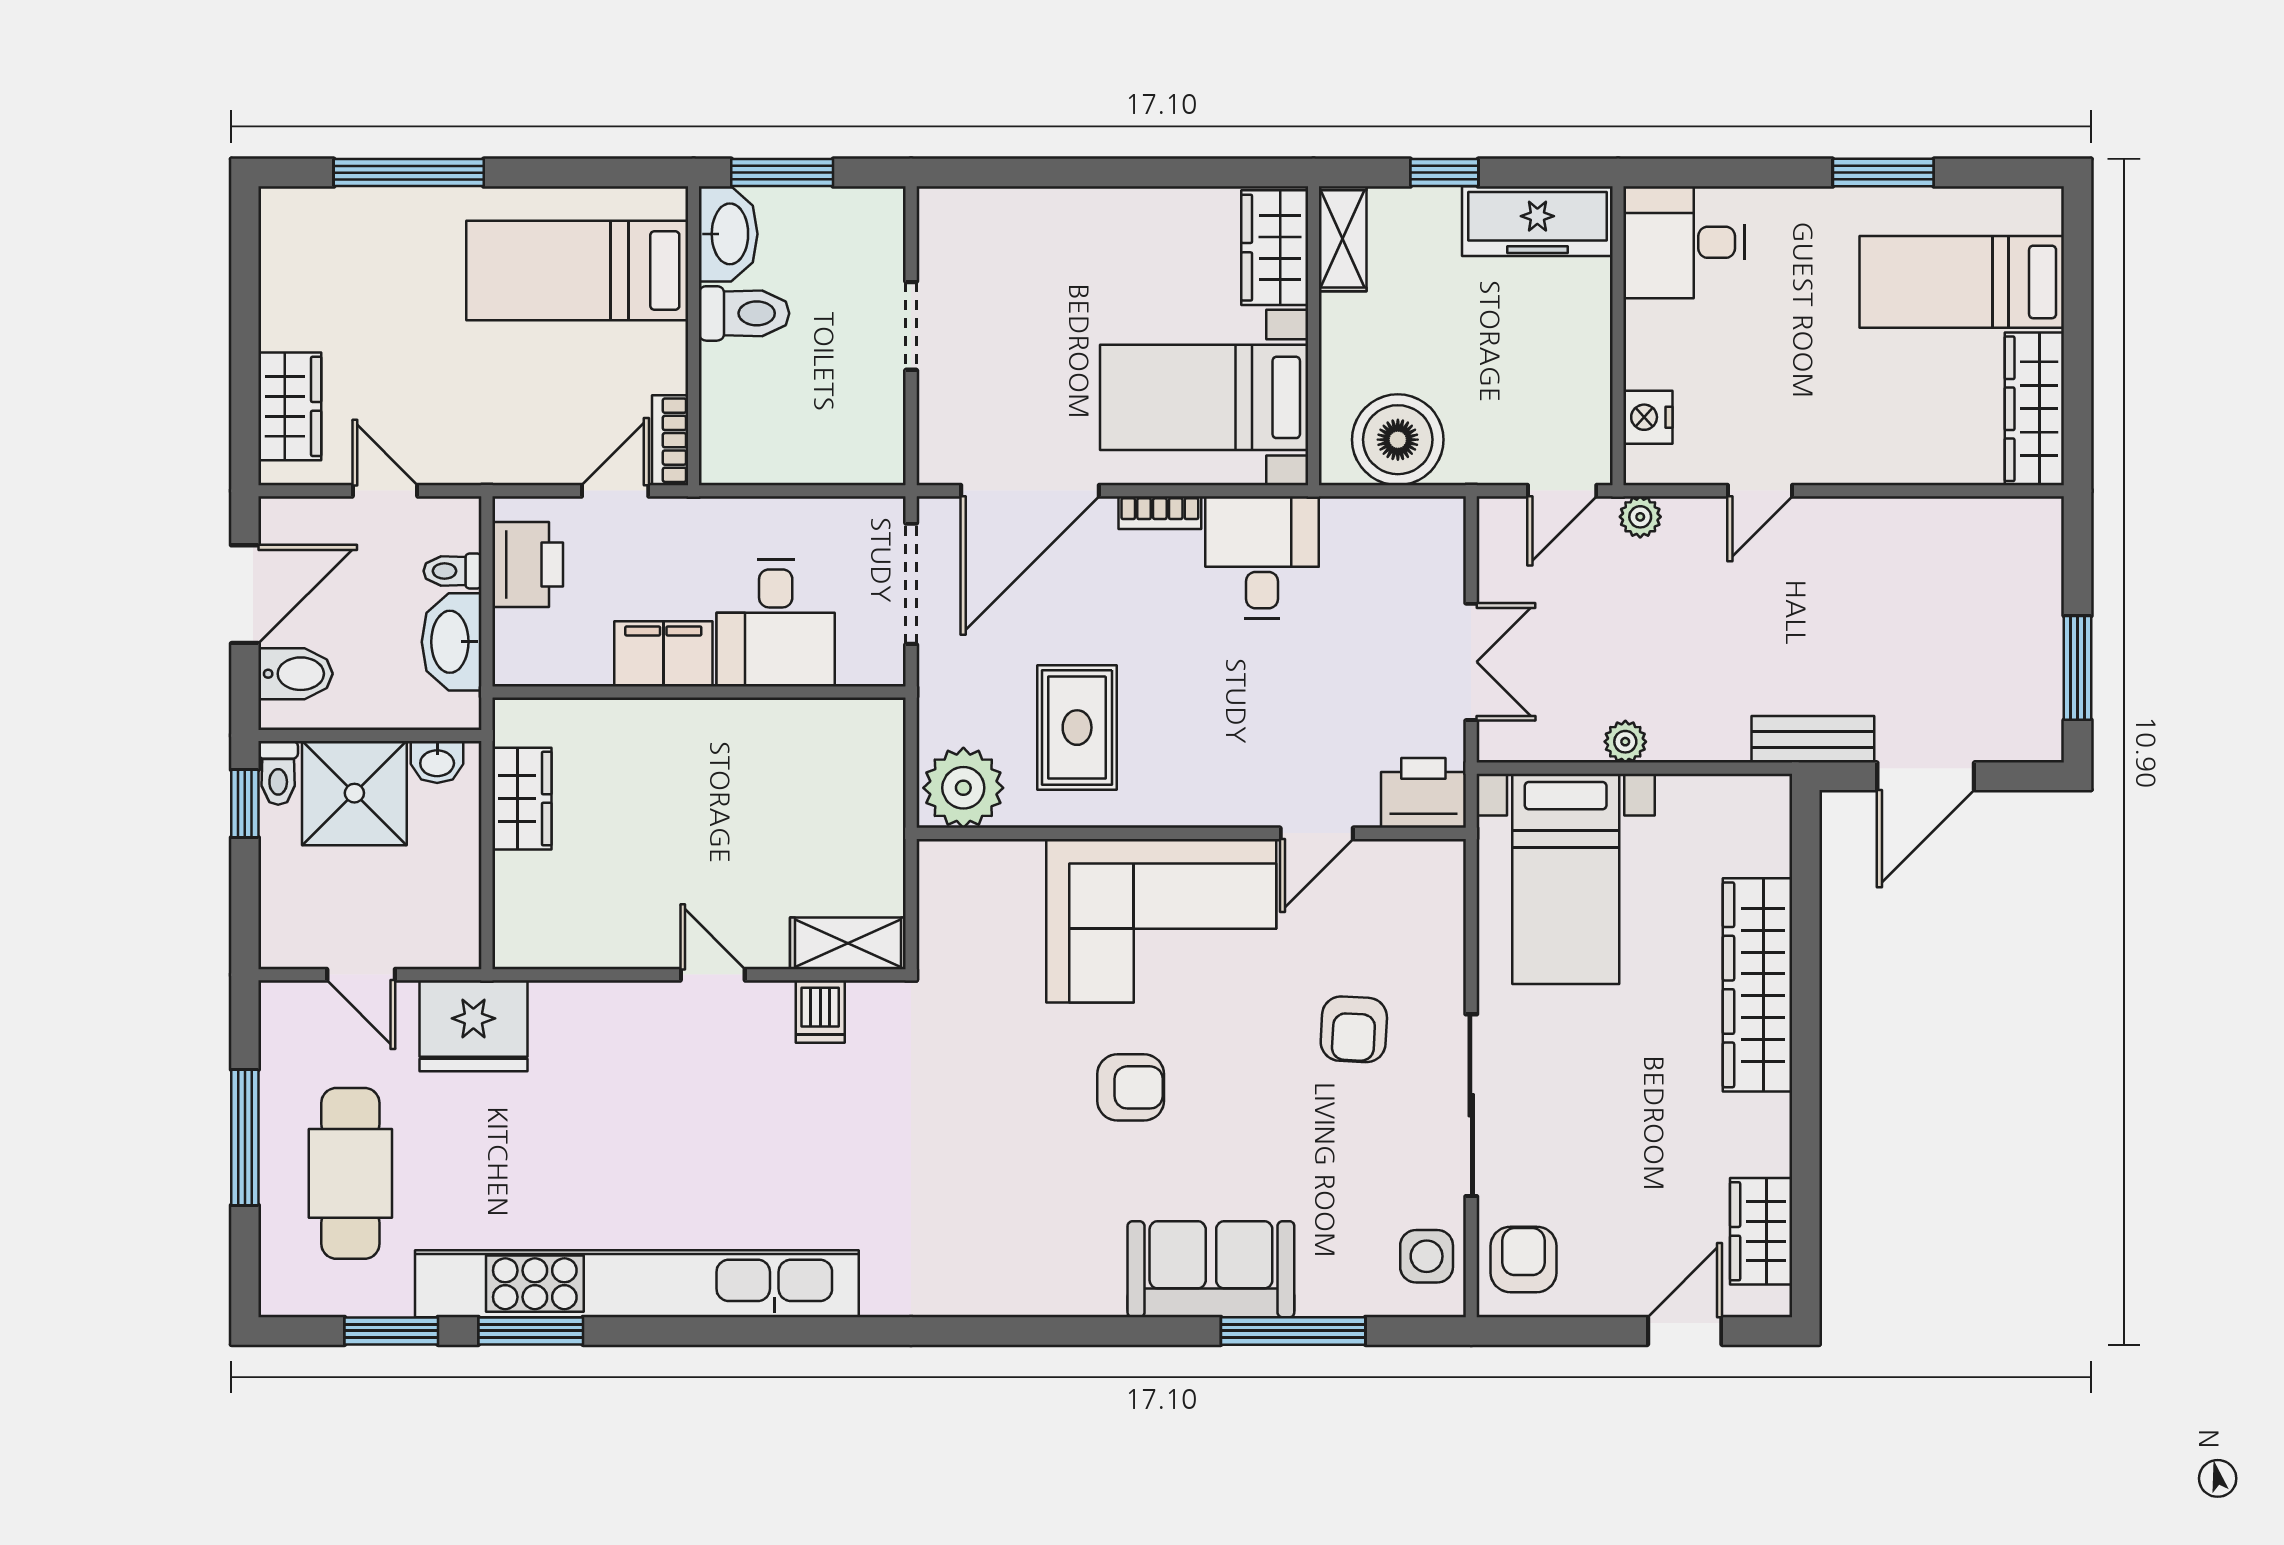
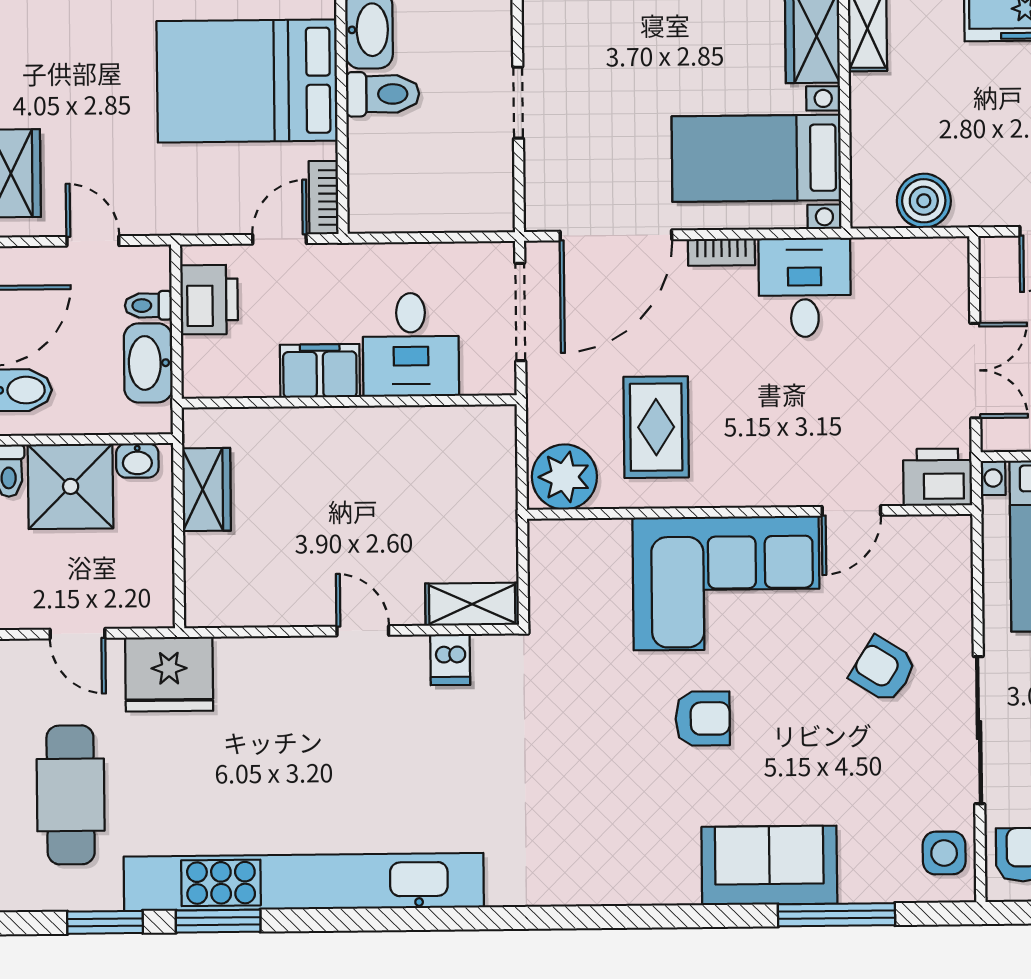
bed: (577, 271) -> (247, 81), width x1.50
boiler: (1398, 440) -> (924, 201), width x0.73, depth x0.73
armchair: (1354, 1029) -> (883, 670), turned 119

